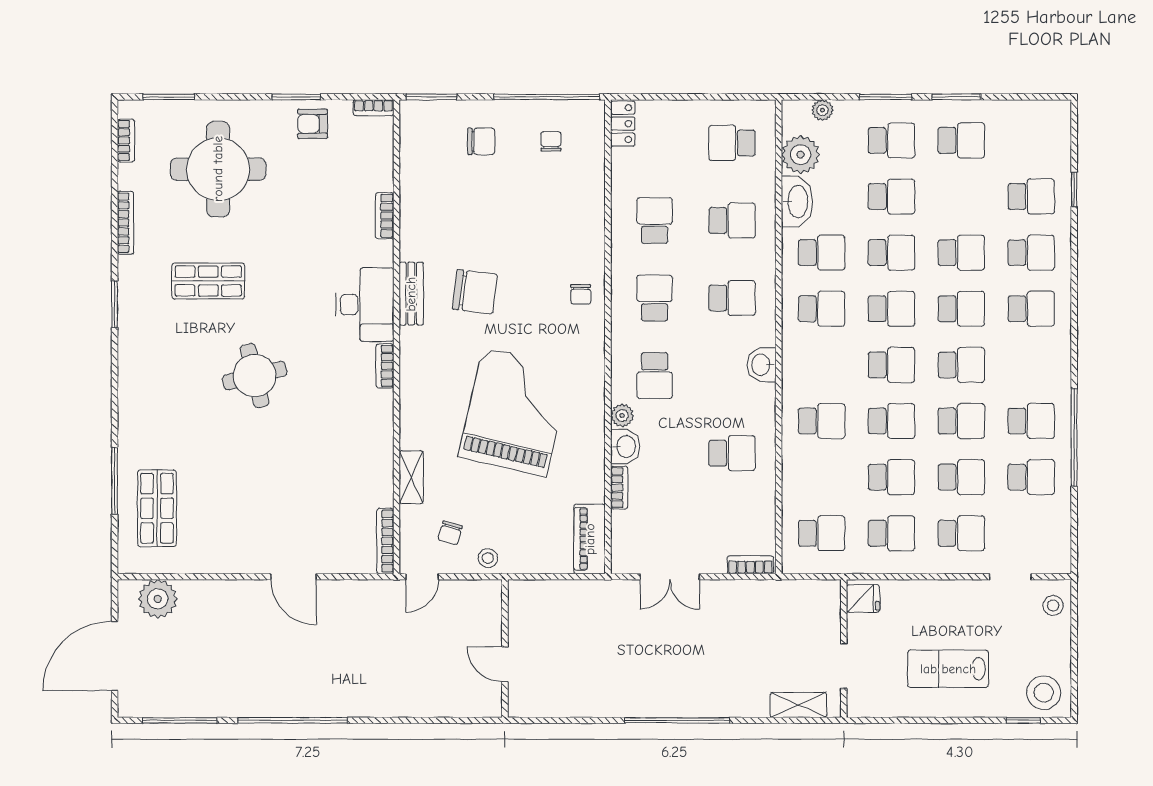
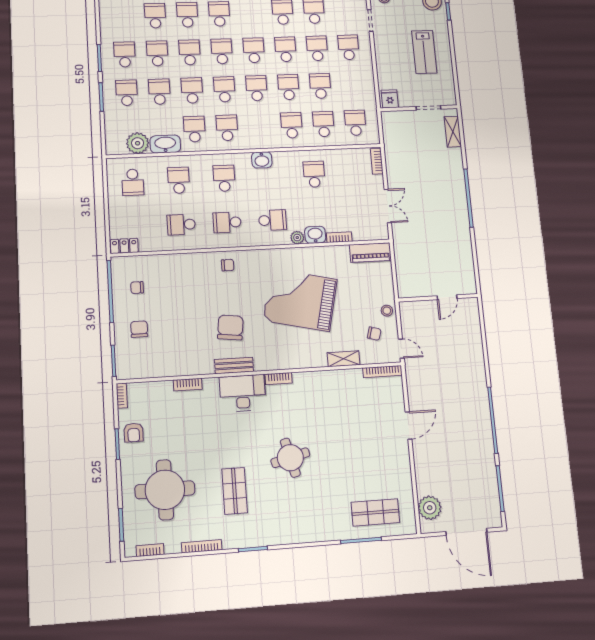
plant: (822, 110) -> (111, 132), removed
school desk: (961, 197) -> (157, 53), added
school desk: (891, 533) -> (324, 124), moved

